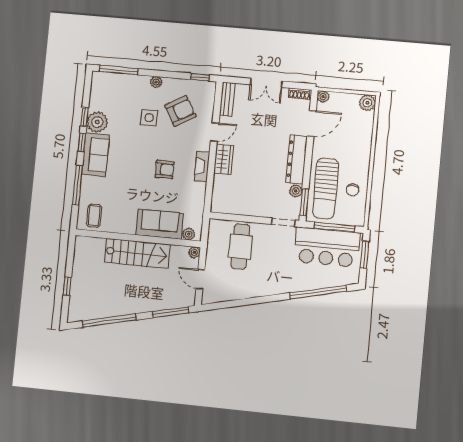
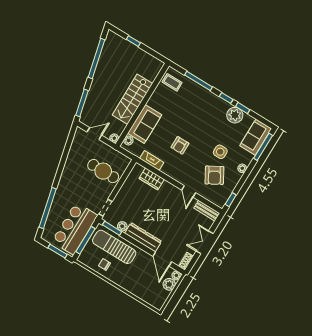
plant: (367, 103) -> (169, 284), moved
sofa: (96, 155) -> (256, 137), moved, turned 90
wardrobe: (224, 159) -> (152, 179), moved
fireplace: (202, 166) -> (152, 160), moved

